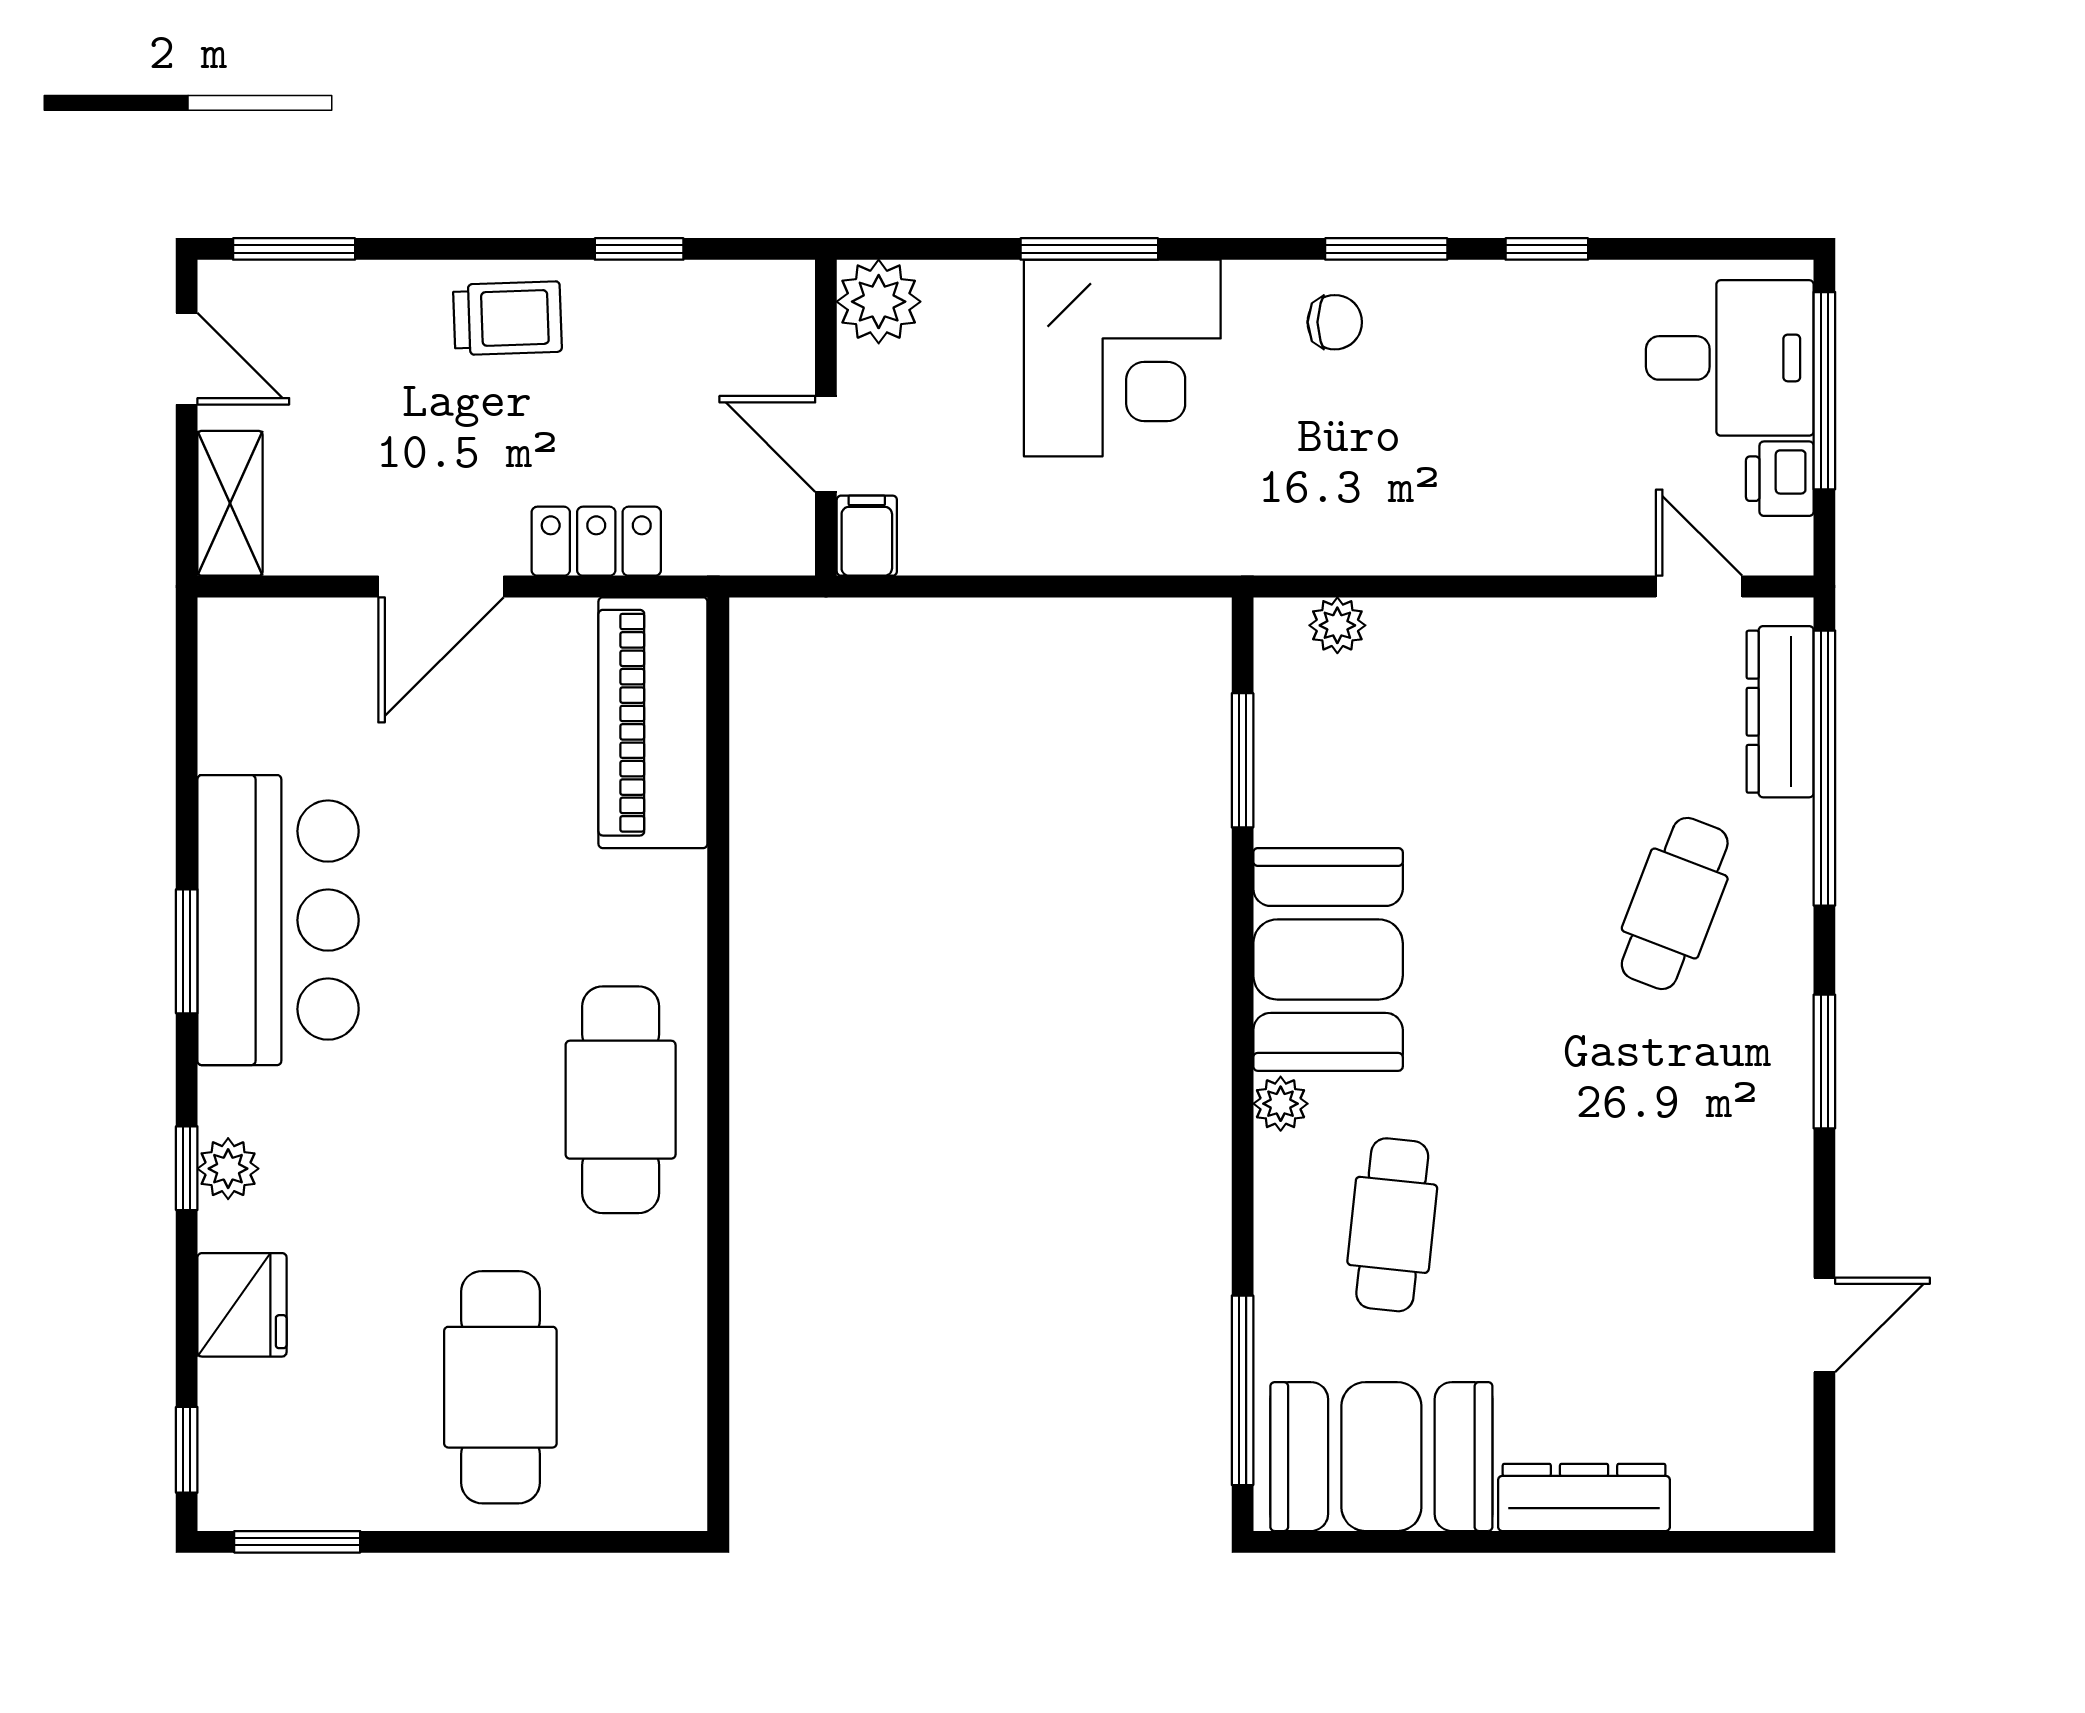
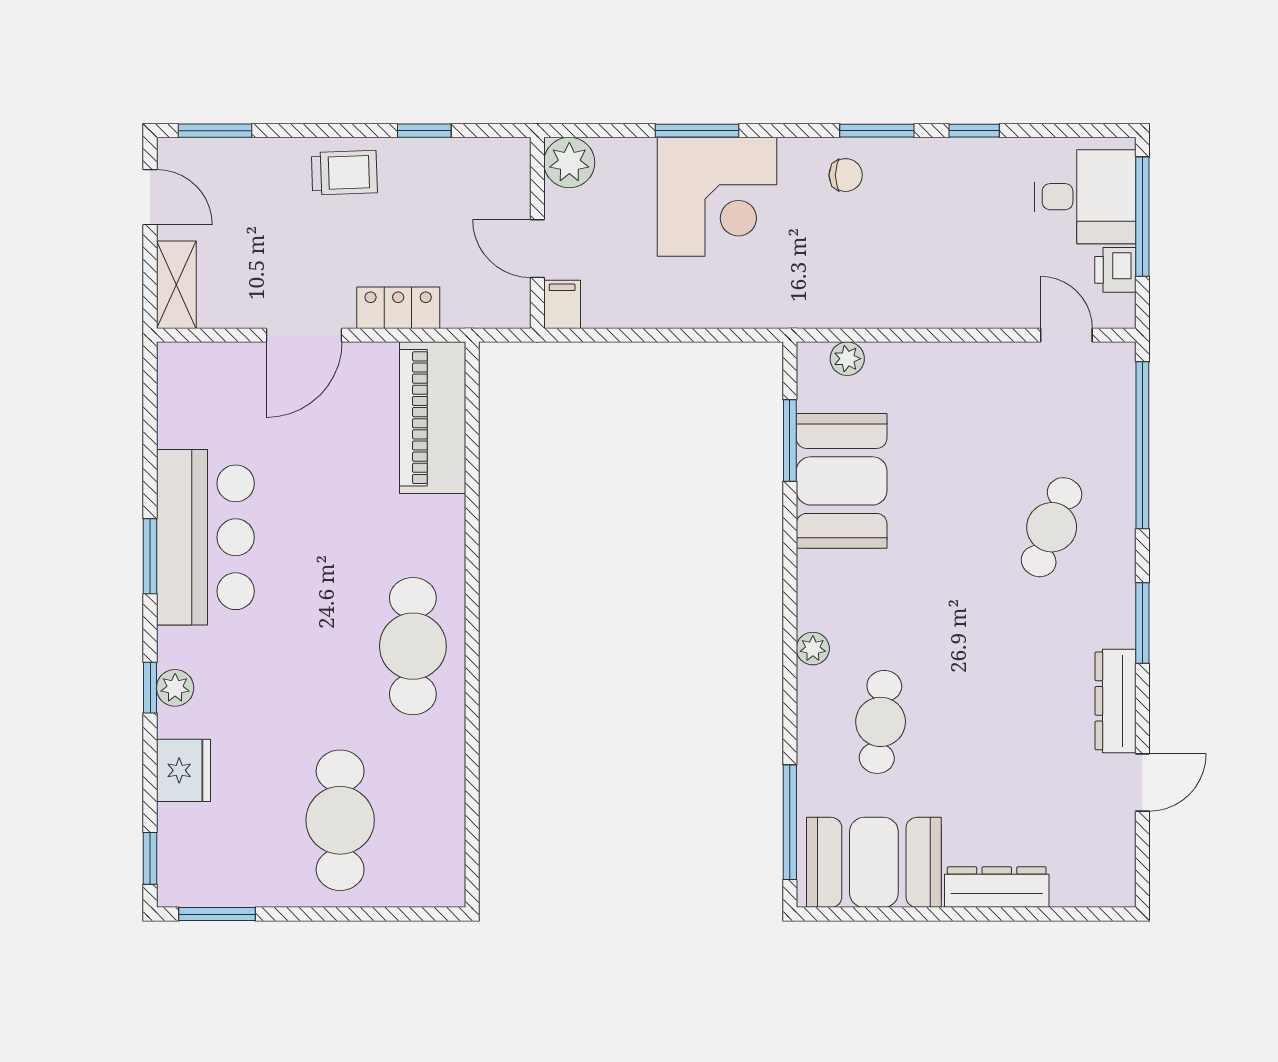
dresser: (1780, 712) -> (1116, 701), moved
booth: (1328, 959) -> (842, 481), moved

